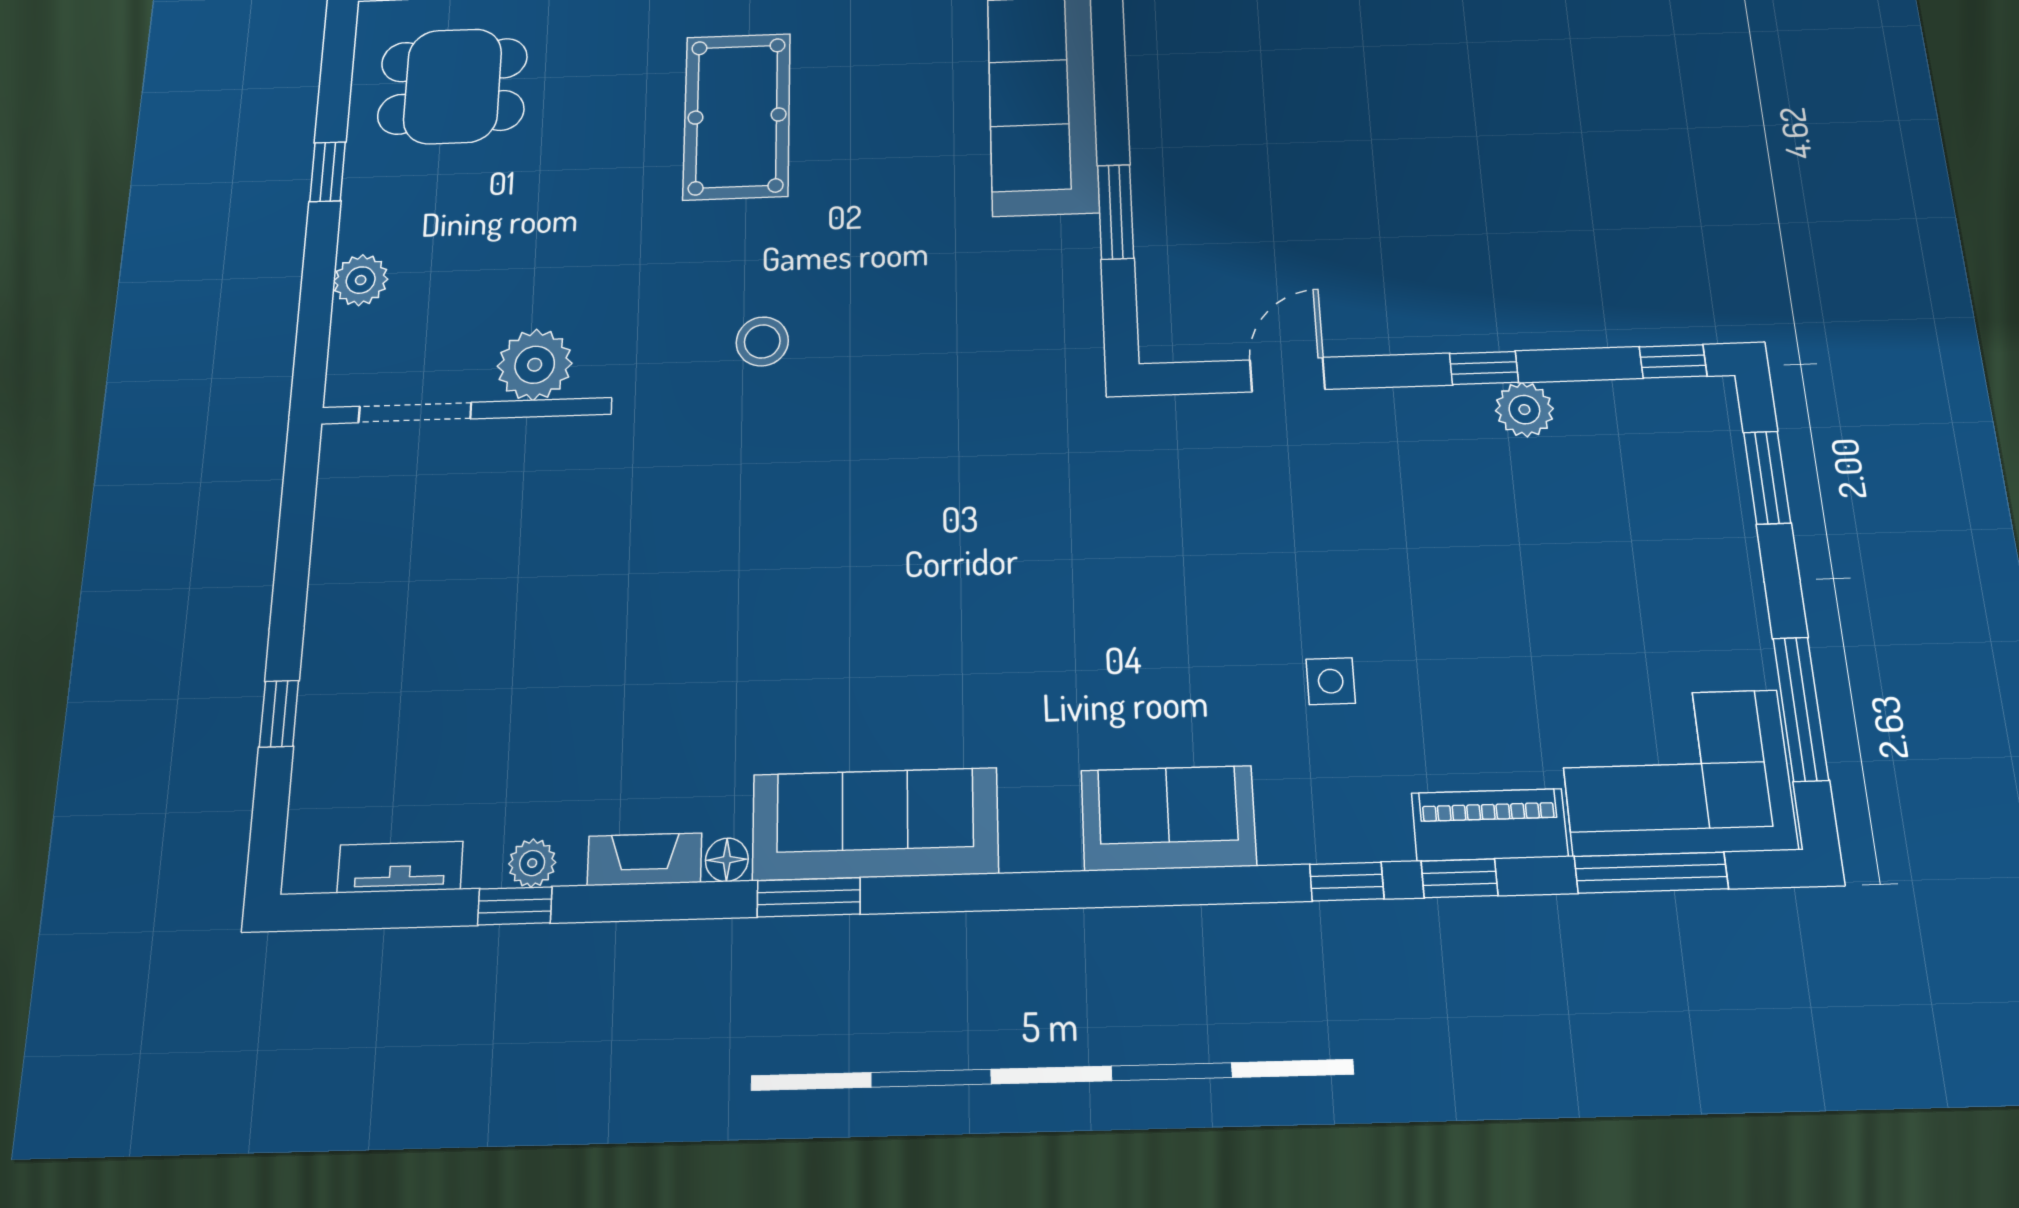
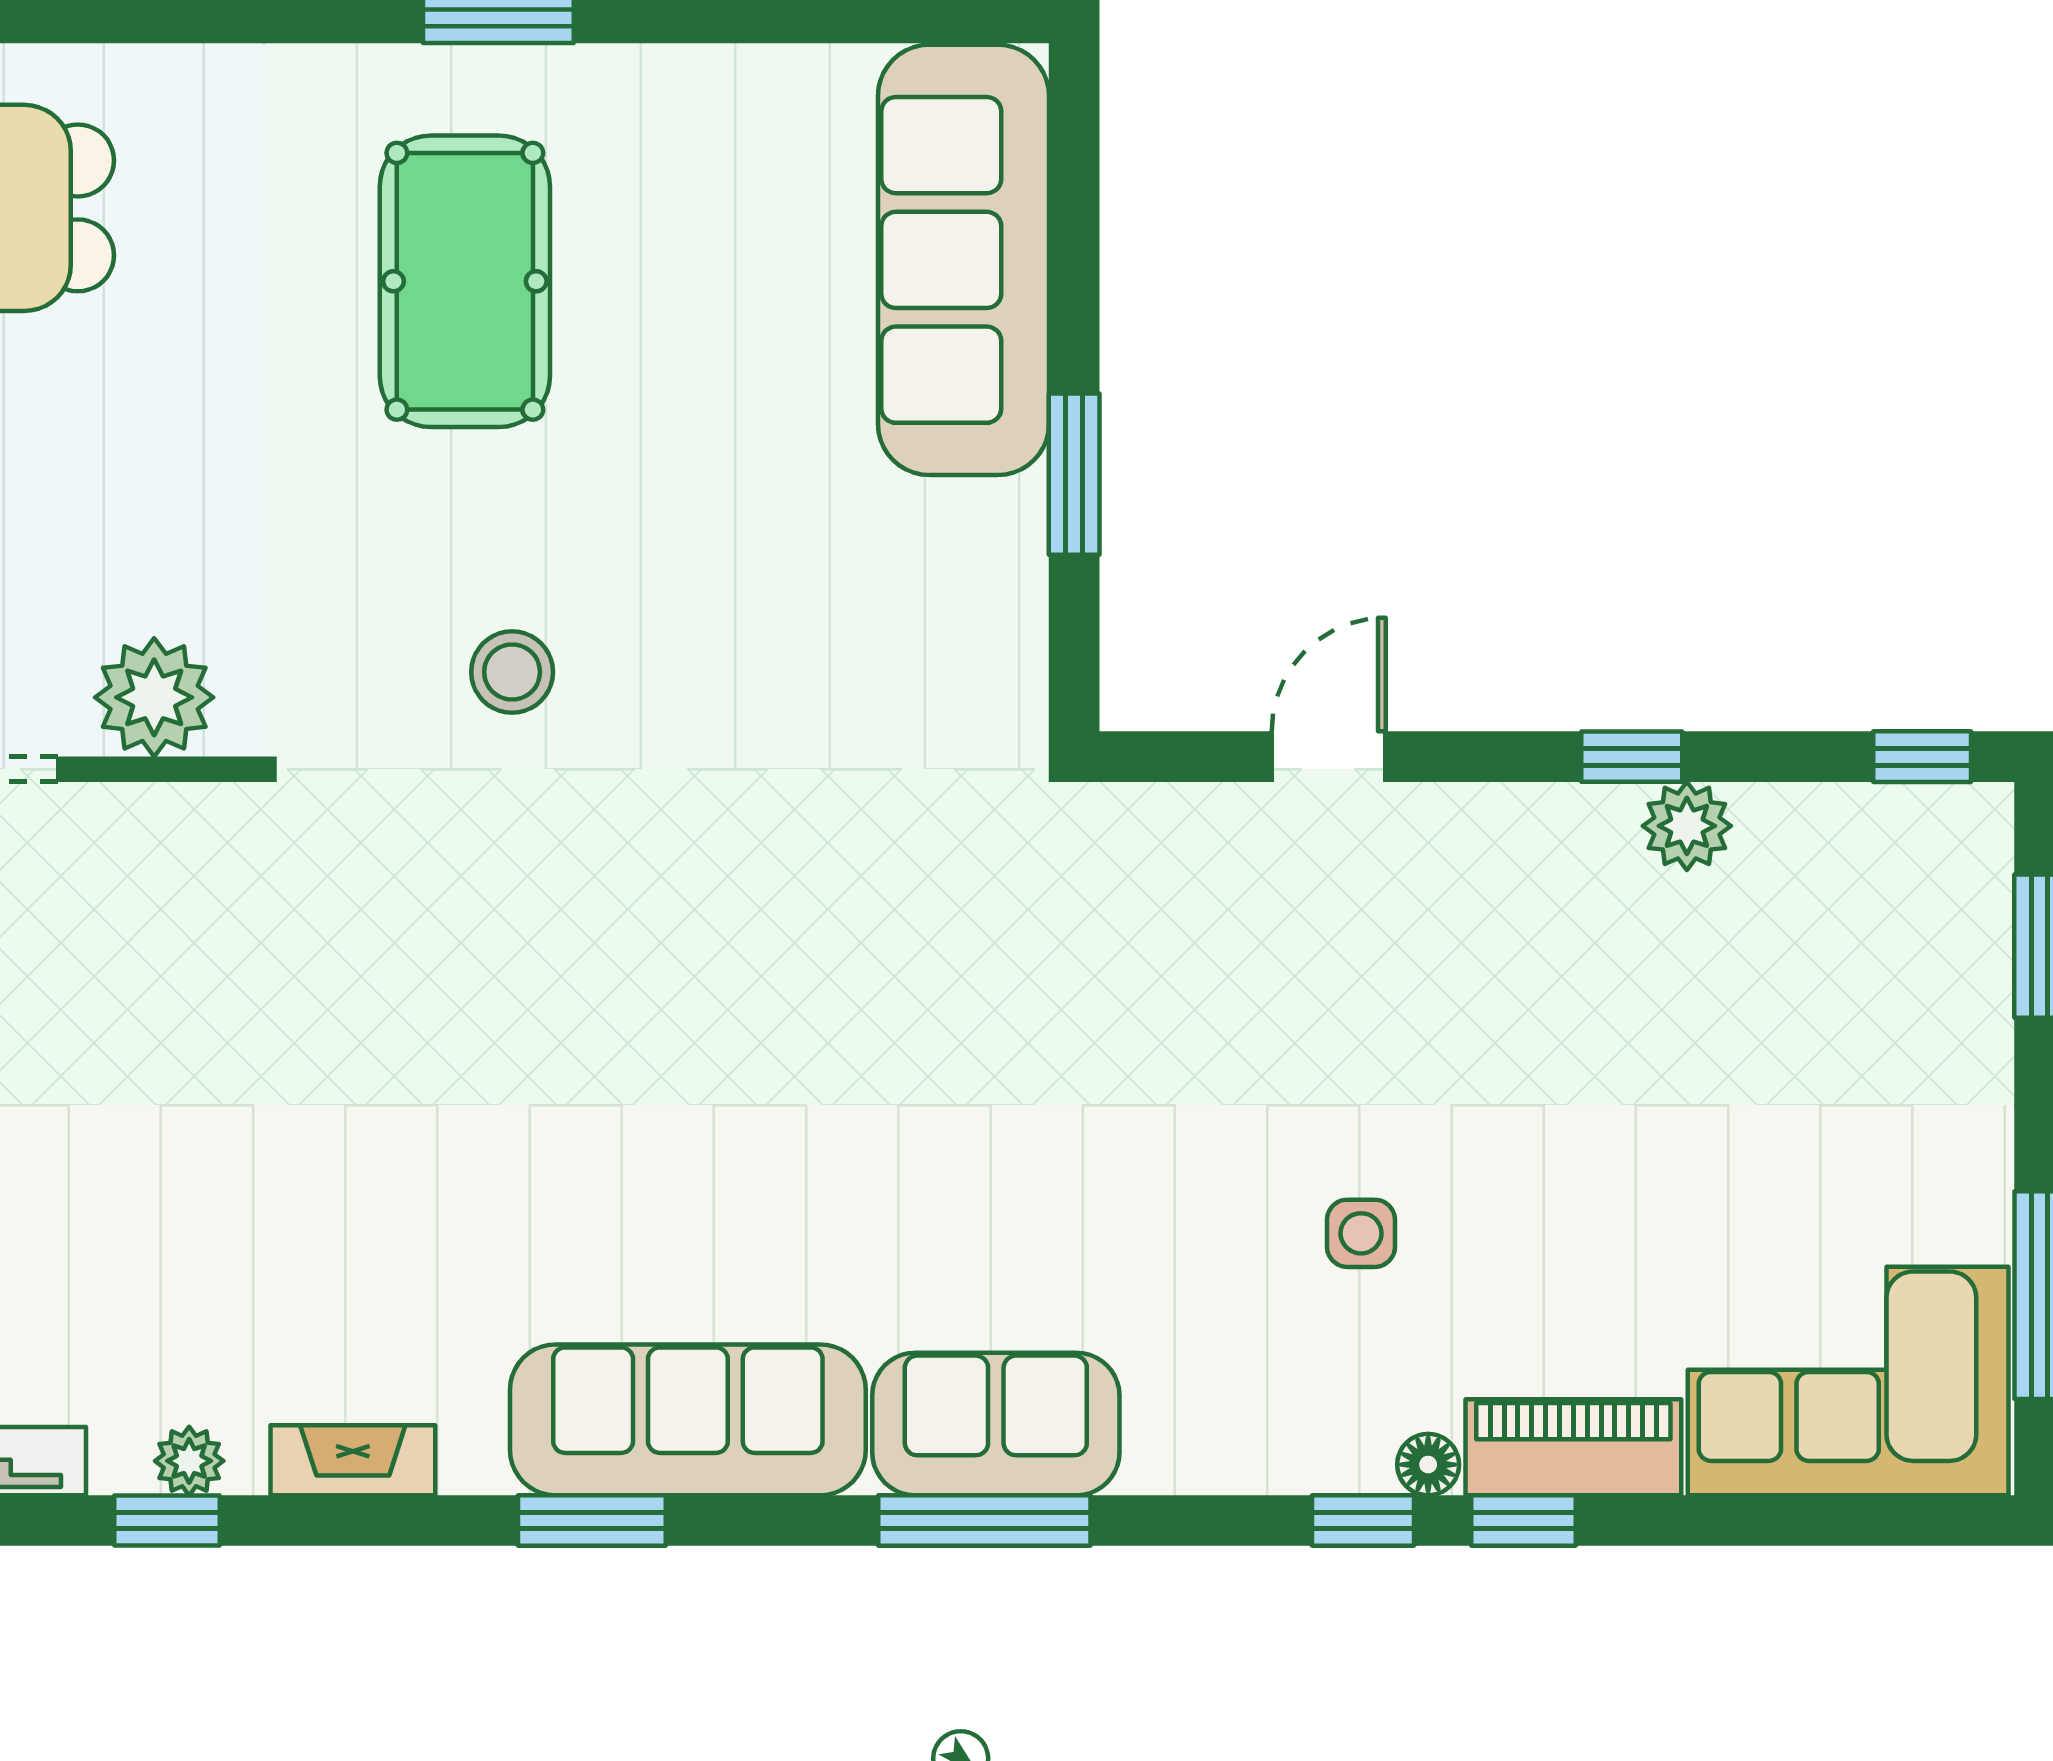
sofa: (1168, 818) -> (996, 1424), moved
floor lamp: (727, 860) -> (1428, 1465), moved
window: (1651, 873) -> (984, 1521), moved

